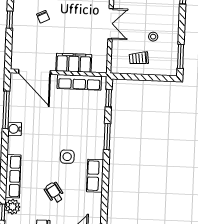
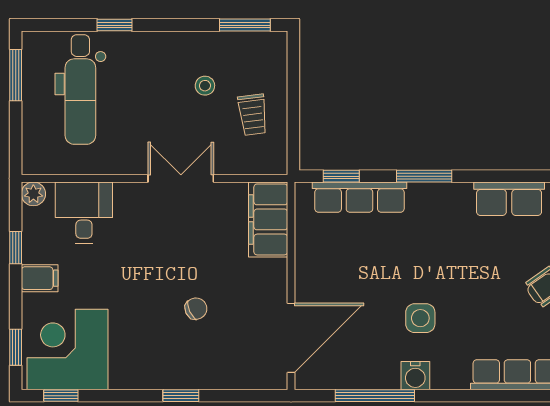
chair: (43, 17) -> (196, 309), moved
filing cabinet: (74, 63) -> (268, 219), moved
row of seats: (79, 82) -> (359, 197), moved, turned 90
side table: (67, 157) -> (420, 318), moved

